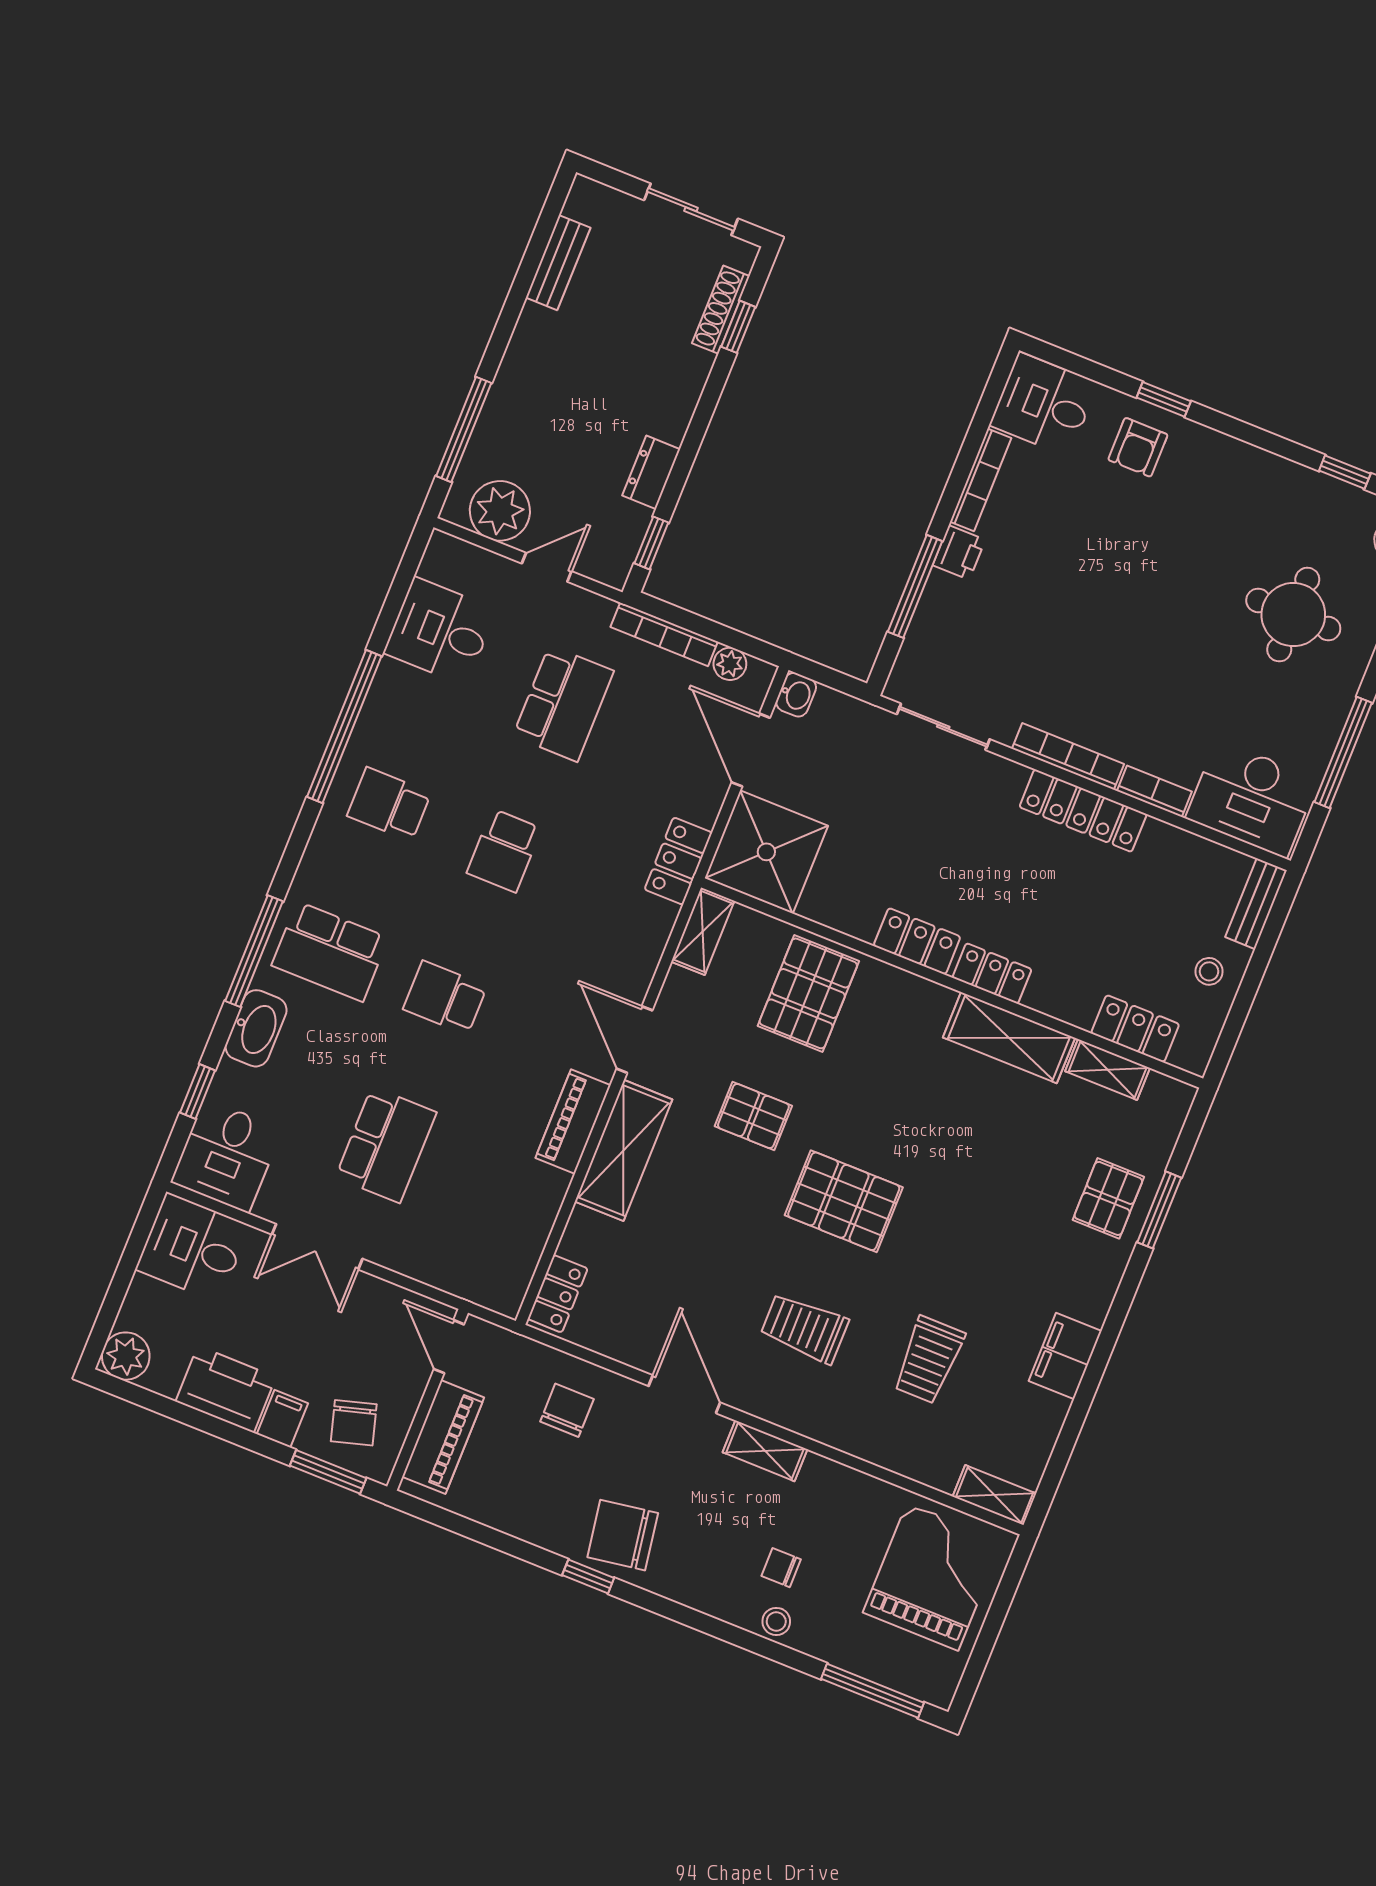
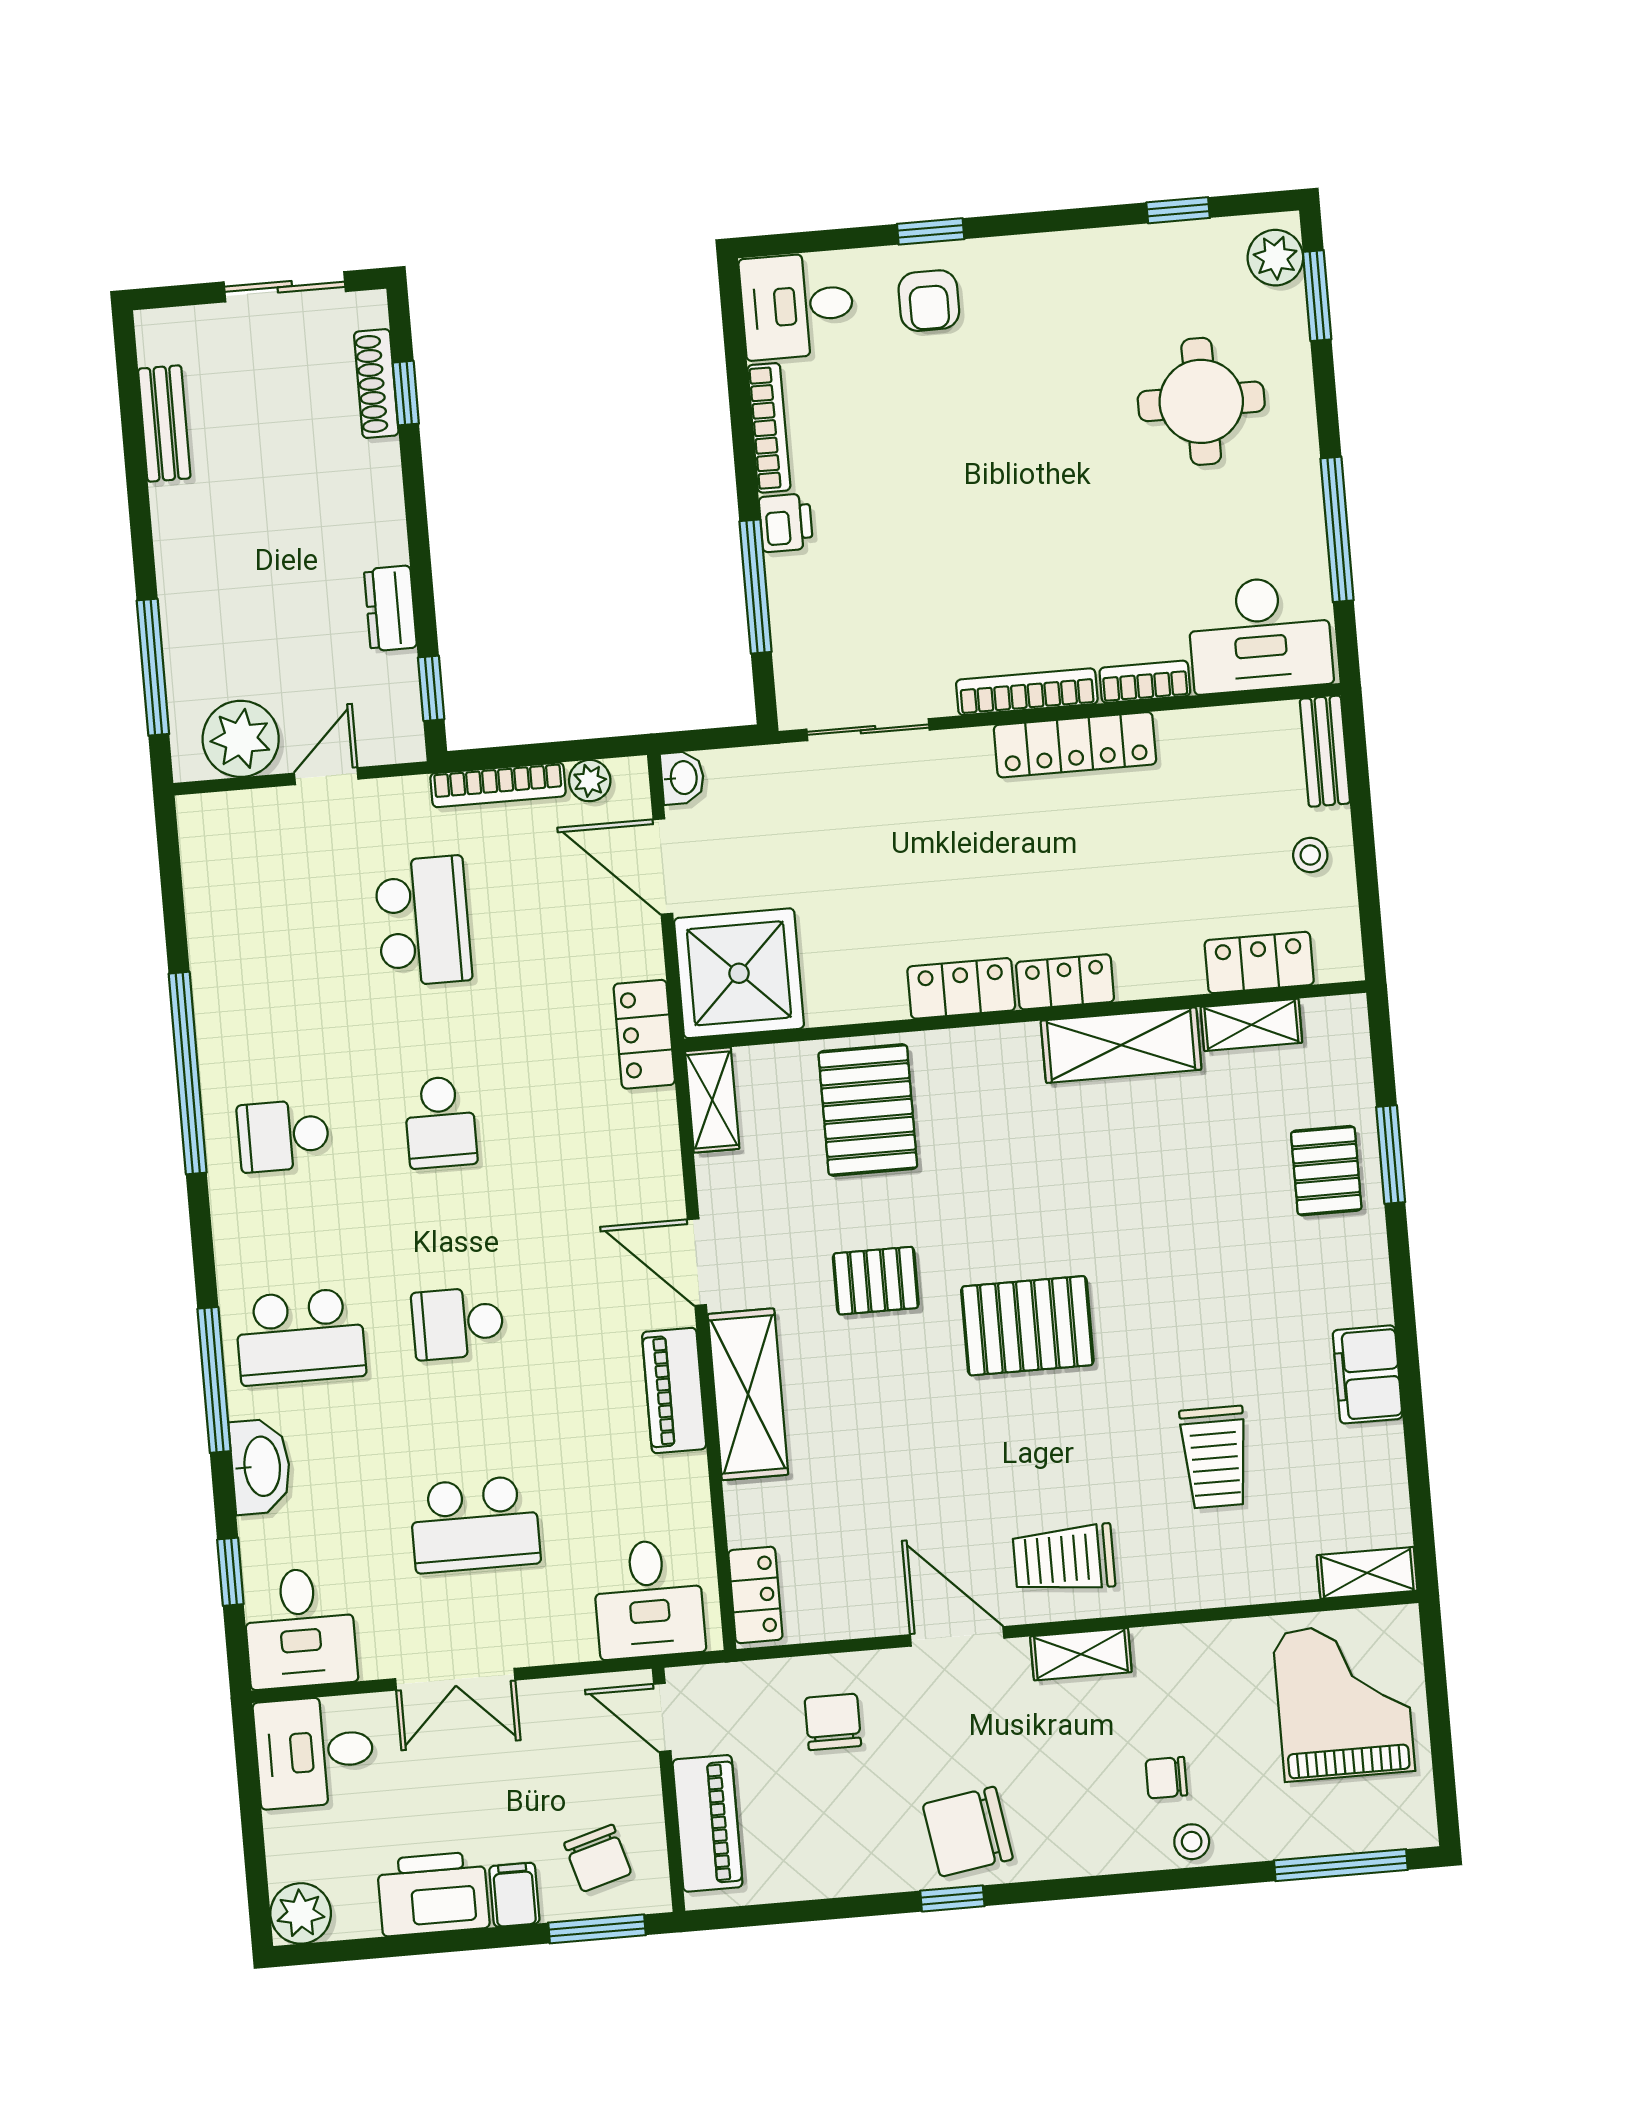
desk: (440, 631) -> (649, 1599), moved, turned -90
school desk: (386, 1145) -> (475, 1524), turned 90
trolley: (804, 1328) -> (1064, 1559), moved

